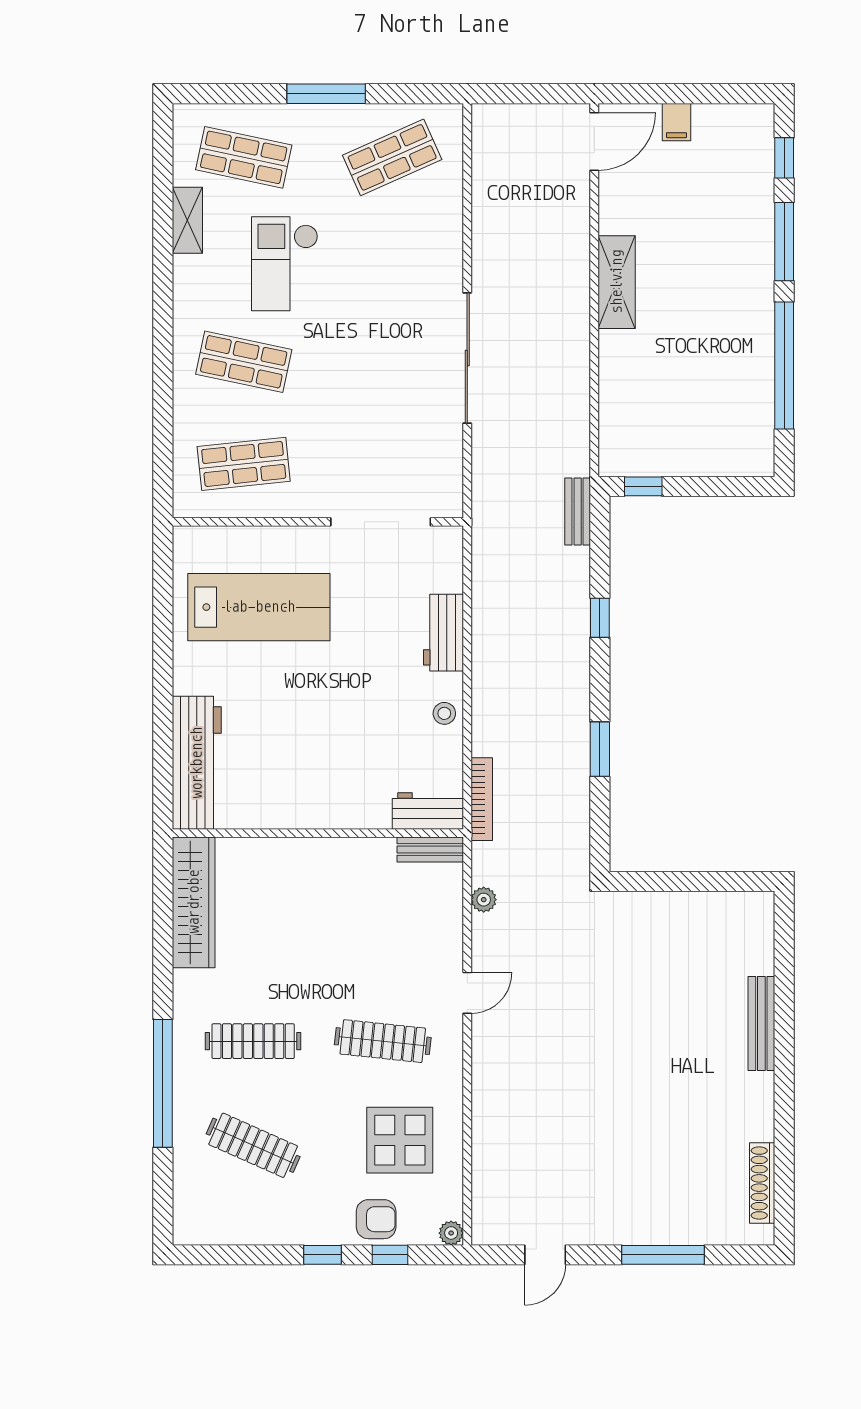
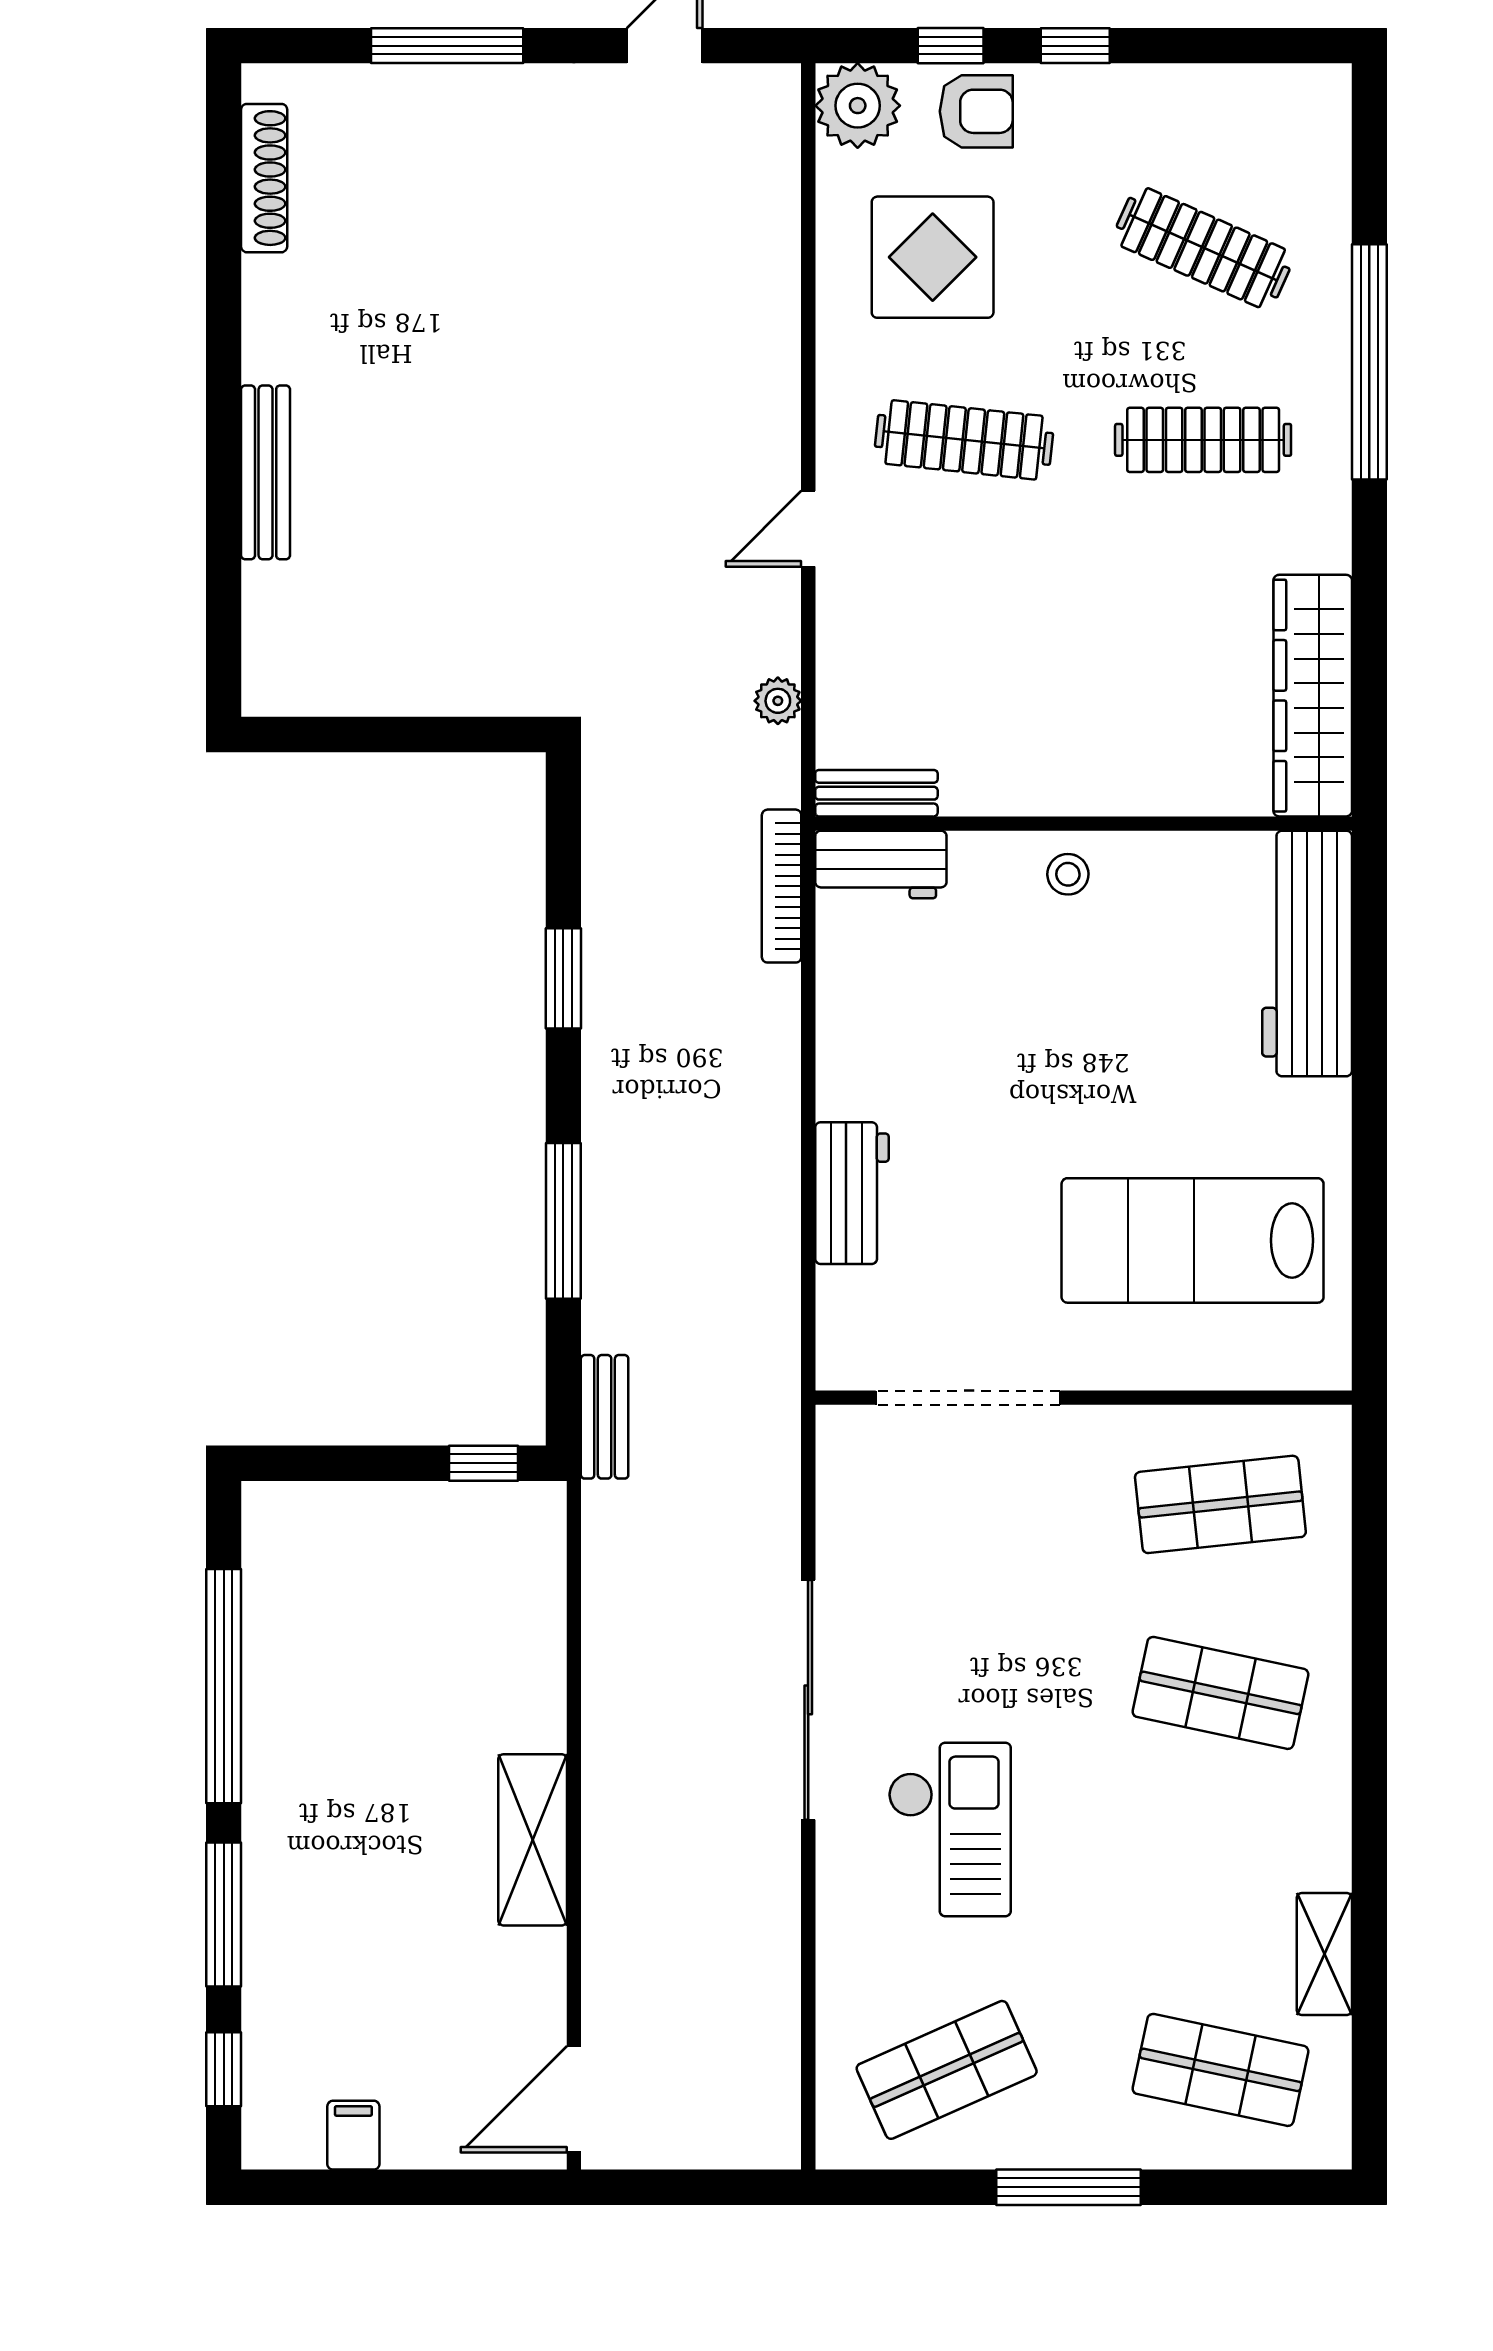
filing cabinet: (676, 122) -> (353, 2135), moved
checkout: (285, 264) -> (950, 1829), moved
window: (600, 618) -> (563, 1221), width x2.17
stool: (444, 713) -> (1068, 874), moved
armchair: (376, 1219) -> (976, 111), turned 180
plant: (451, 1233) -> (858, 106), width x1.87, depth x1.87

